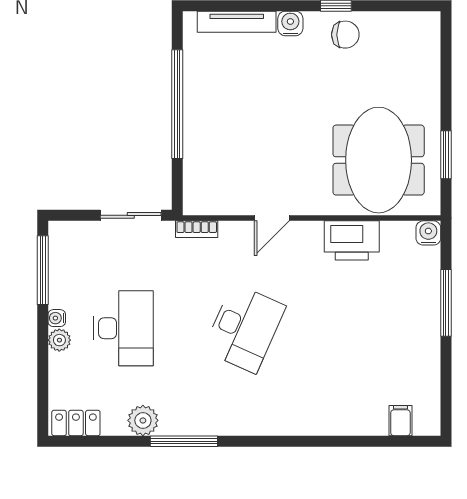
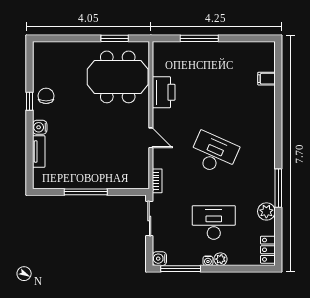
tv unit: (237, 22) -> (39, 151), width x0.71
window: (177, 104) -> (86, 192), width x0.68
water cooler: (428, 233) -> (159, 259), moved
filing cabinet: (400, 421) -> (266, 79), moved

